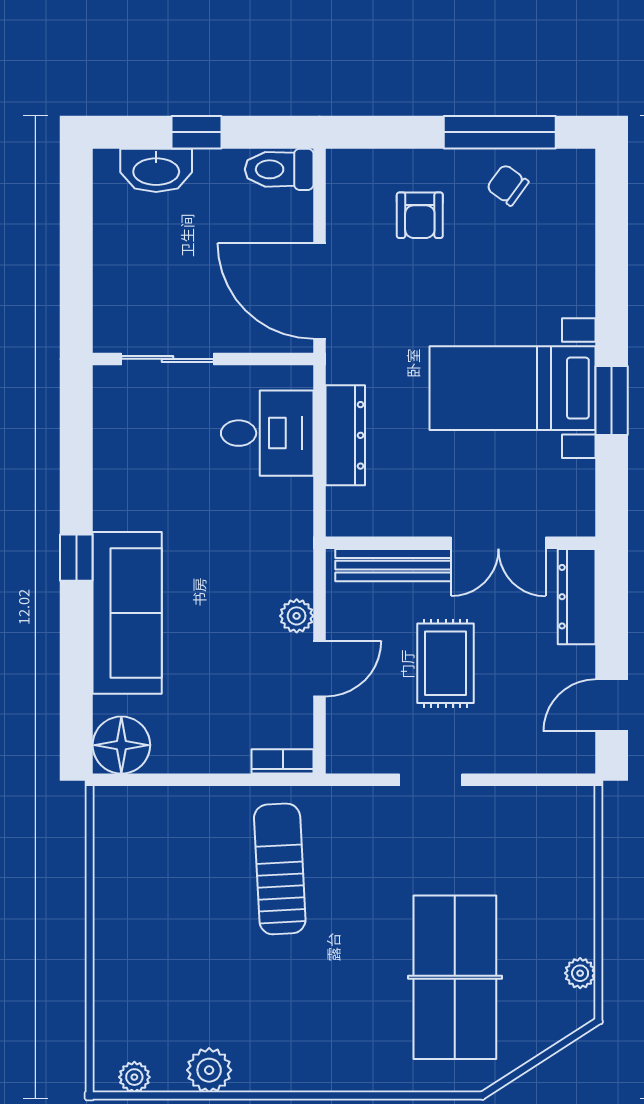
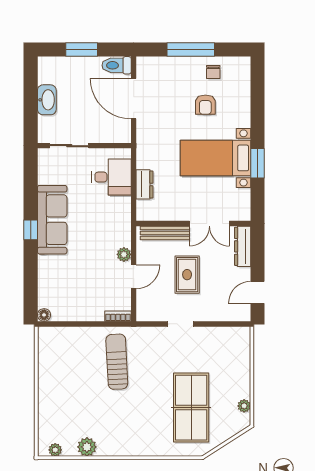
window: (197, 132) -> (82, 50), width x1.50
window: (500, 132) -> (191, 50), moved
washbasin: (156, 170) -> (47, 100), moved, turned -90
chair: (507, 185) -> (213, 72), turned -126
armchair: (420, 215) -> (205, 105), moved
door: (319, 291) -> (134, 99), moved
dresser: (345, 435) -> (145, 184), width x0.70
sofa: (127, 613) -> (52, 220), moved
floor lamp: (121, 745) -> (44, 315), width x0.53, depth x0.53

